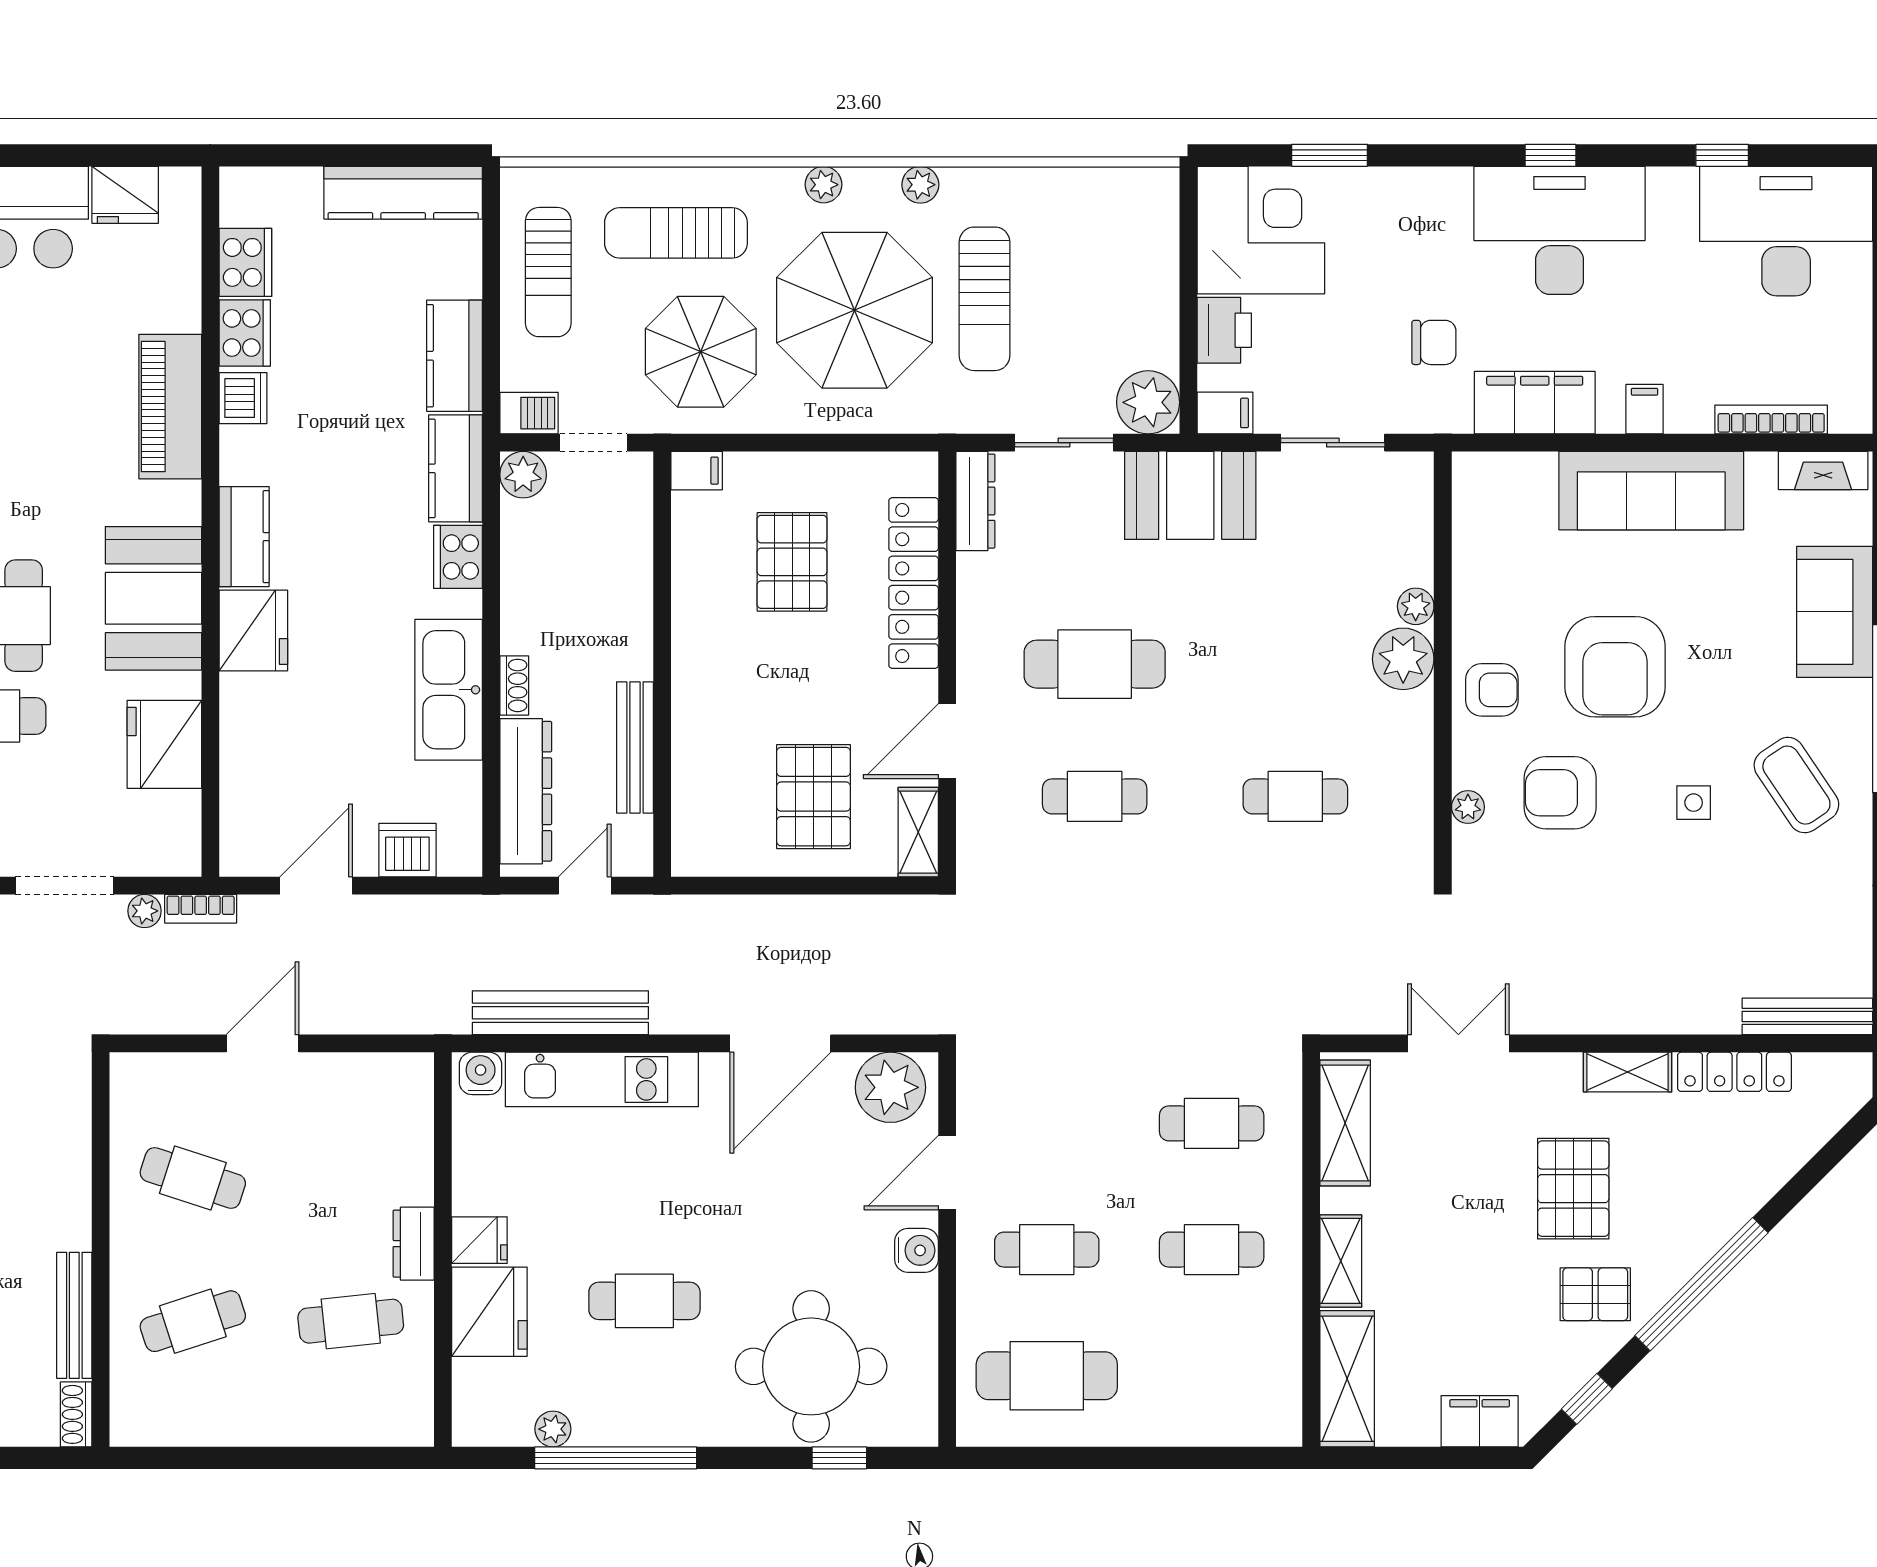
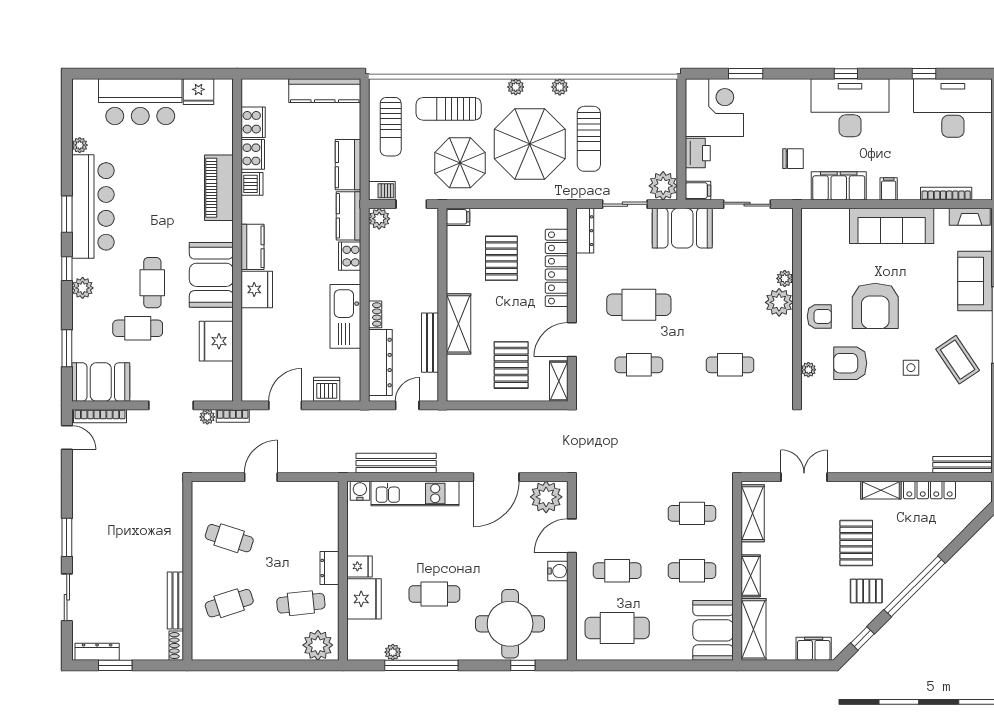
shelving: (698, 706) -> (458, 324), added
booth: (1258, 1381) -> (713, 630), added
plant: (388, 1414) -> (318, 645), added

